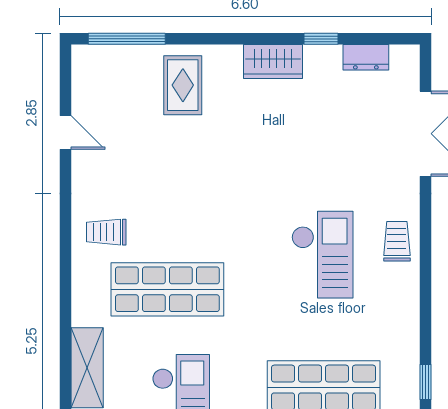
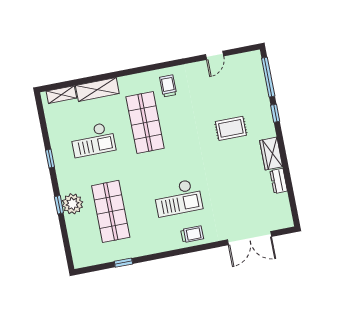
window: (321, 39) -> (275, 113), moved
dresser: (366, 57) -> (279, 181), moved
rug: (183, 85) -> (231, 128), moved

